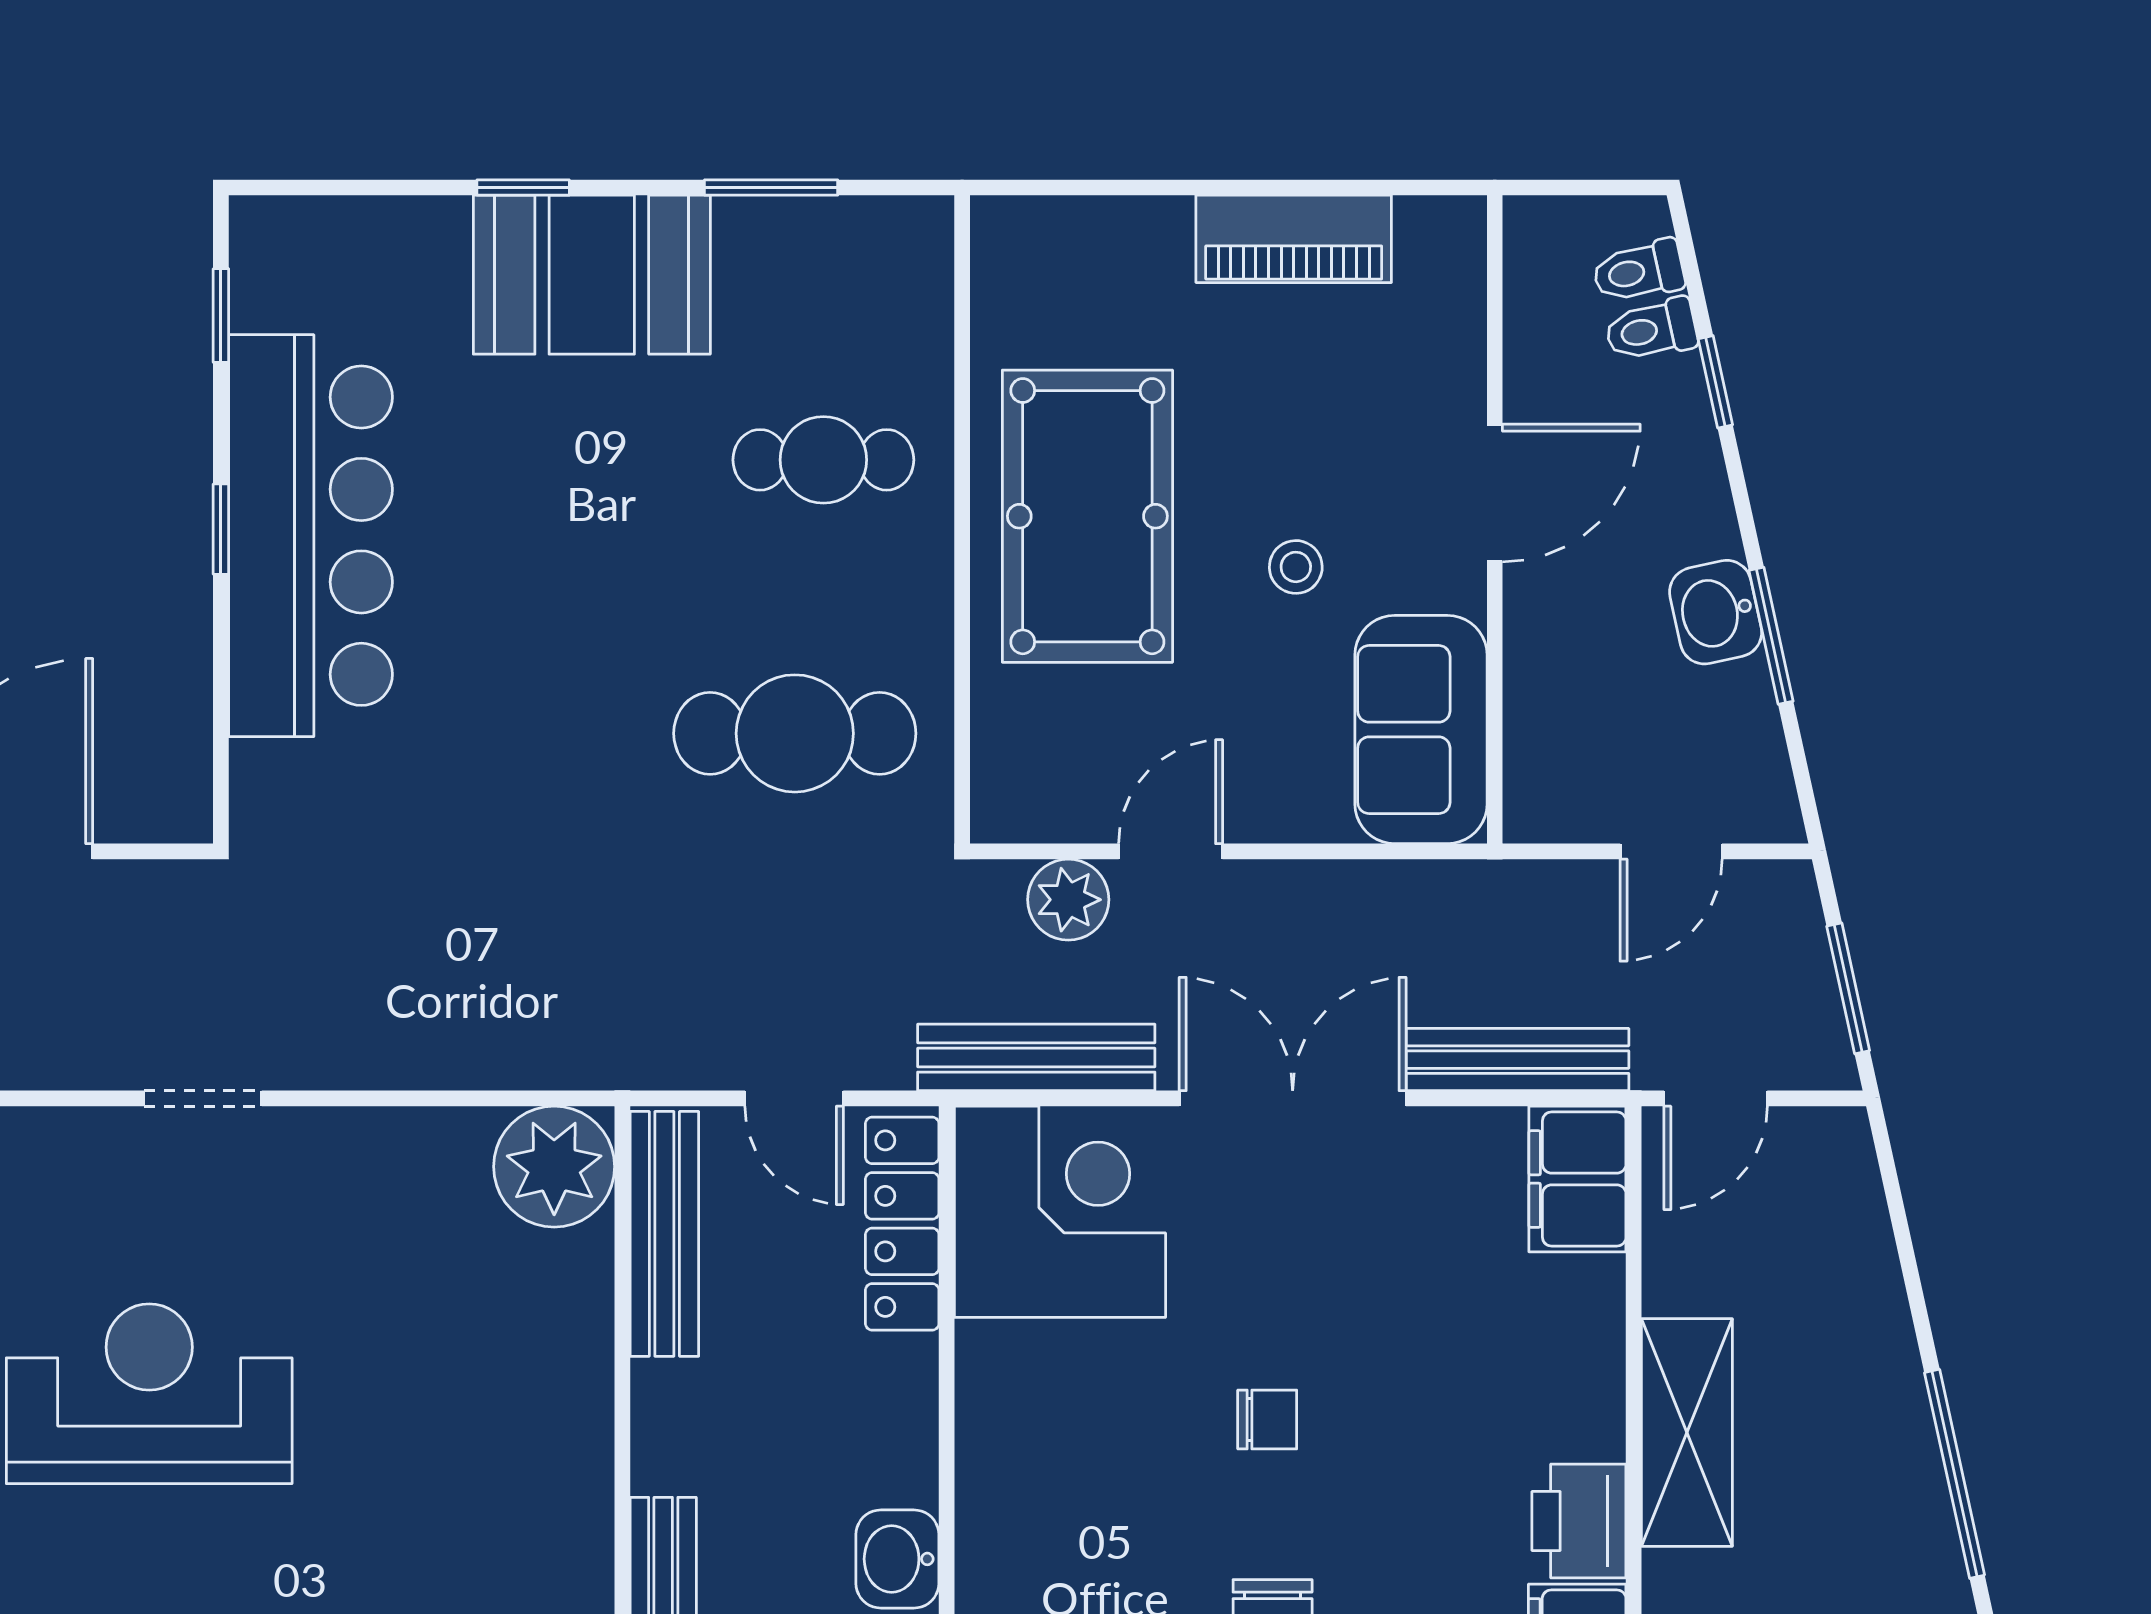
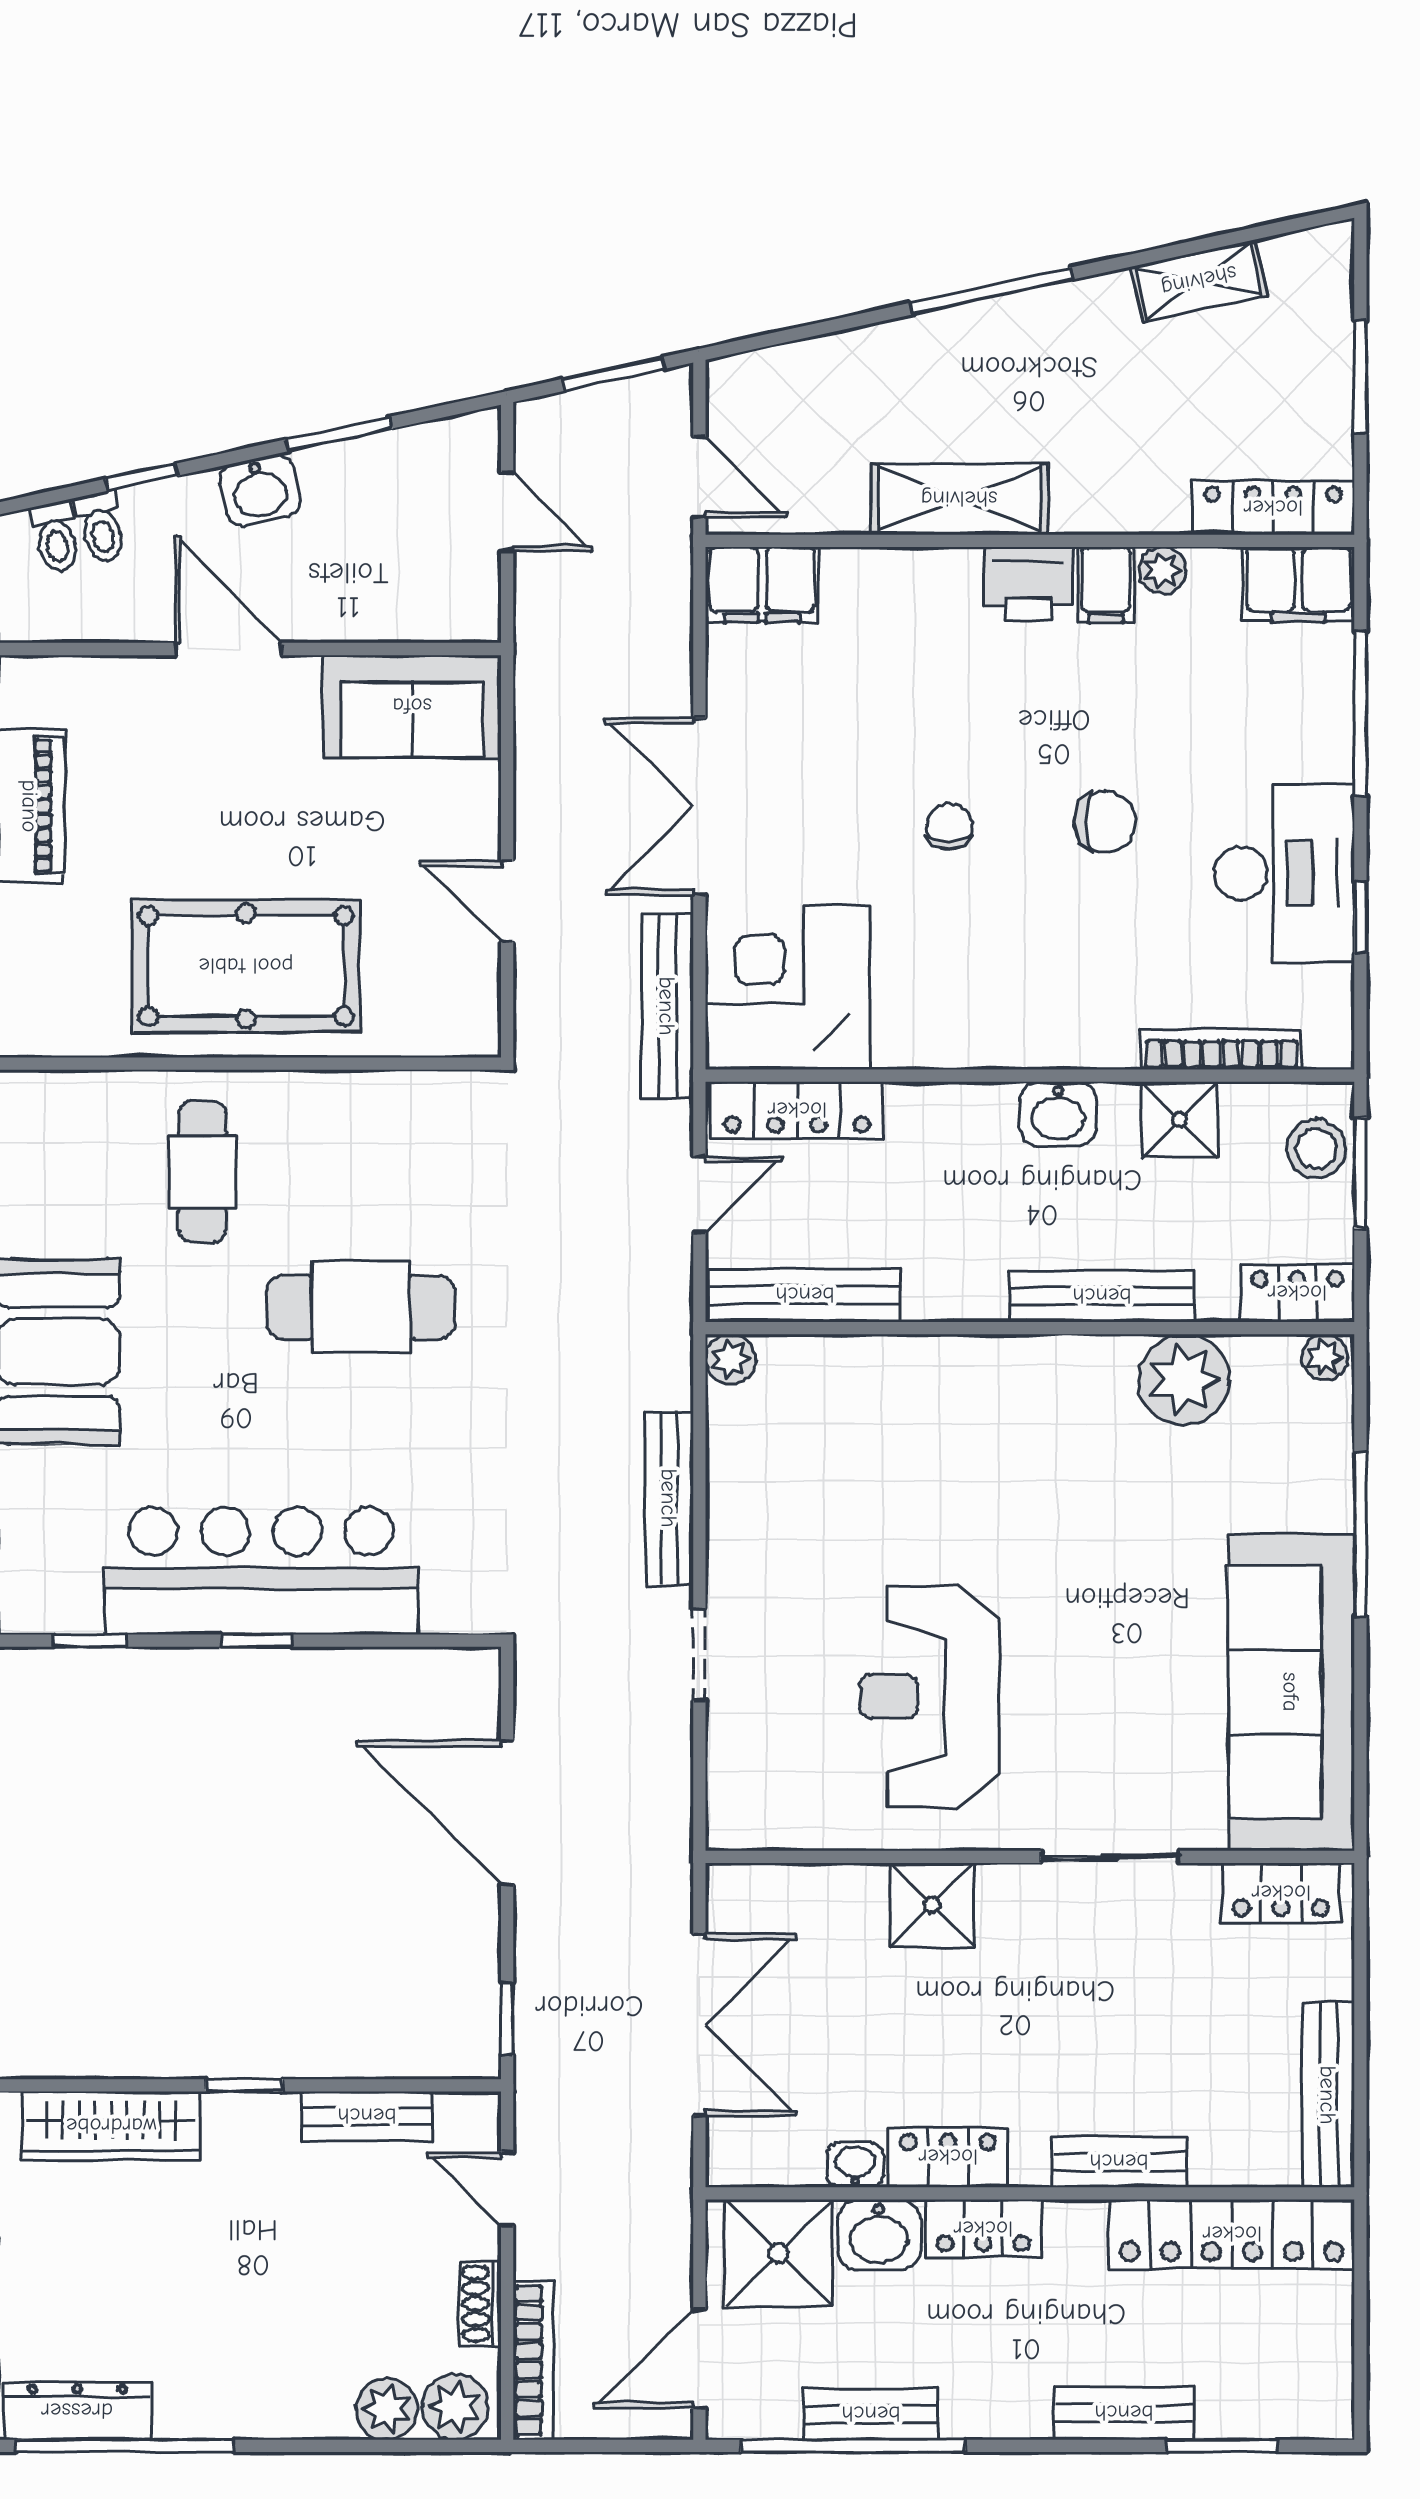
stool: (1296, 567) -> (286, 804), removed
washbasin: (1716, 612) -> (260, 490), moved
cafe table: (795, 733) -> (361, 1307), moved, turned 90
plant: (1068, 900) -> (545, 981), removed
bench: (1518, 1060) -> (669, 1498), moved
plant: (554, 1167) -> (730, 1359), width x0.53, depth x0.53

